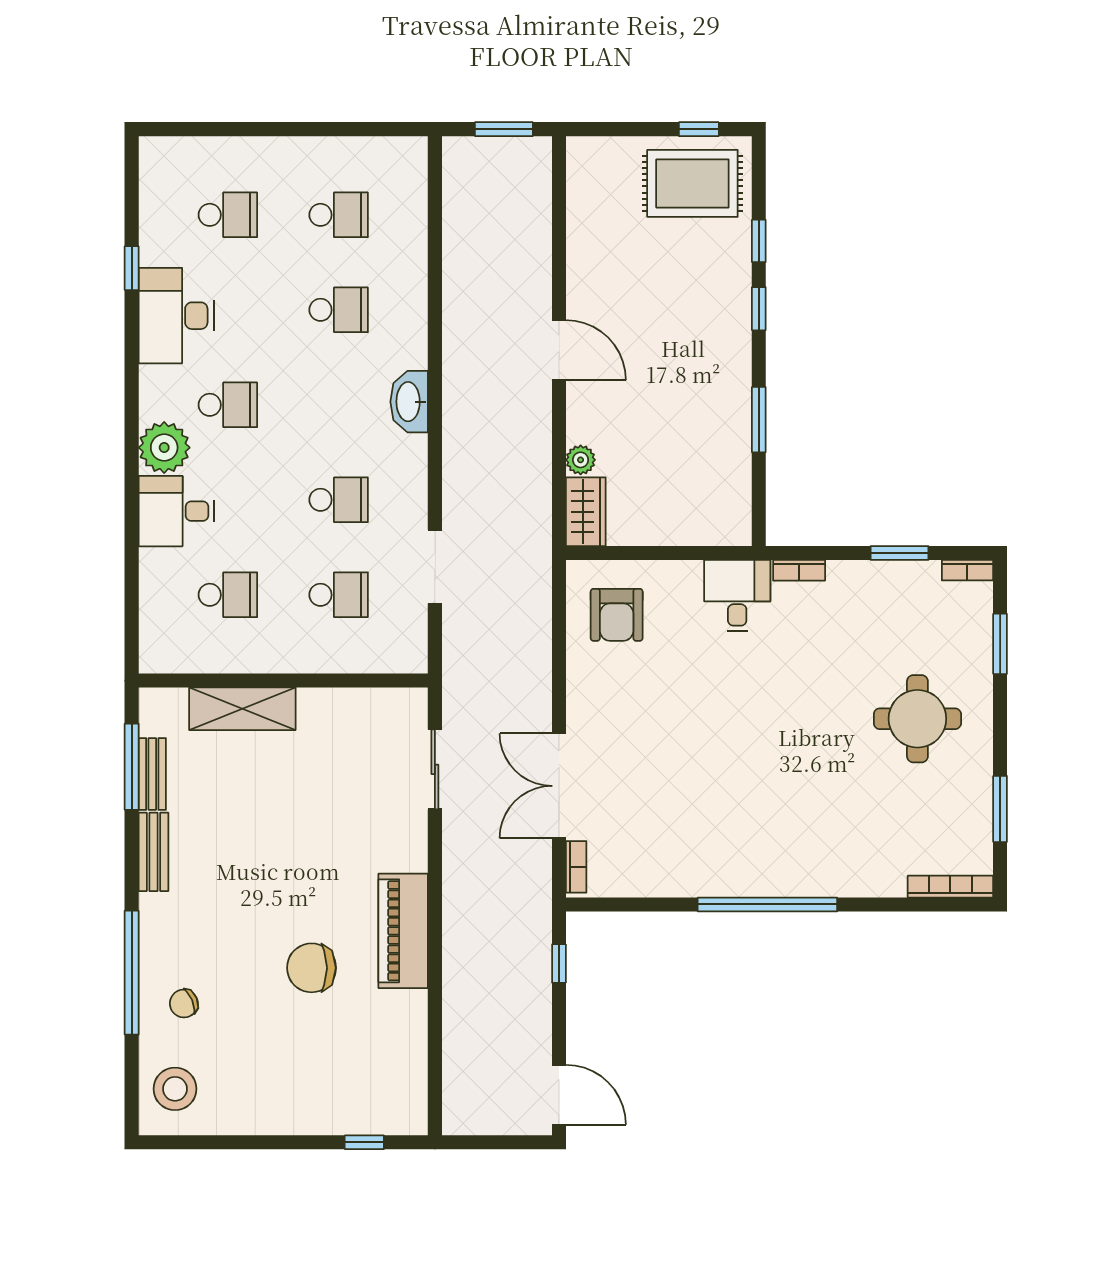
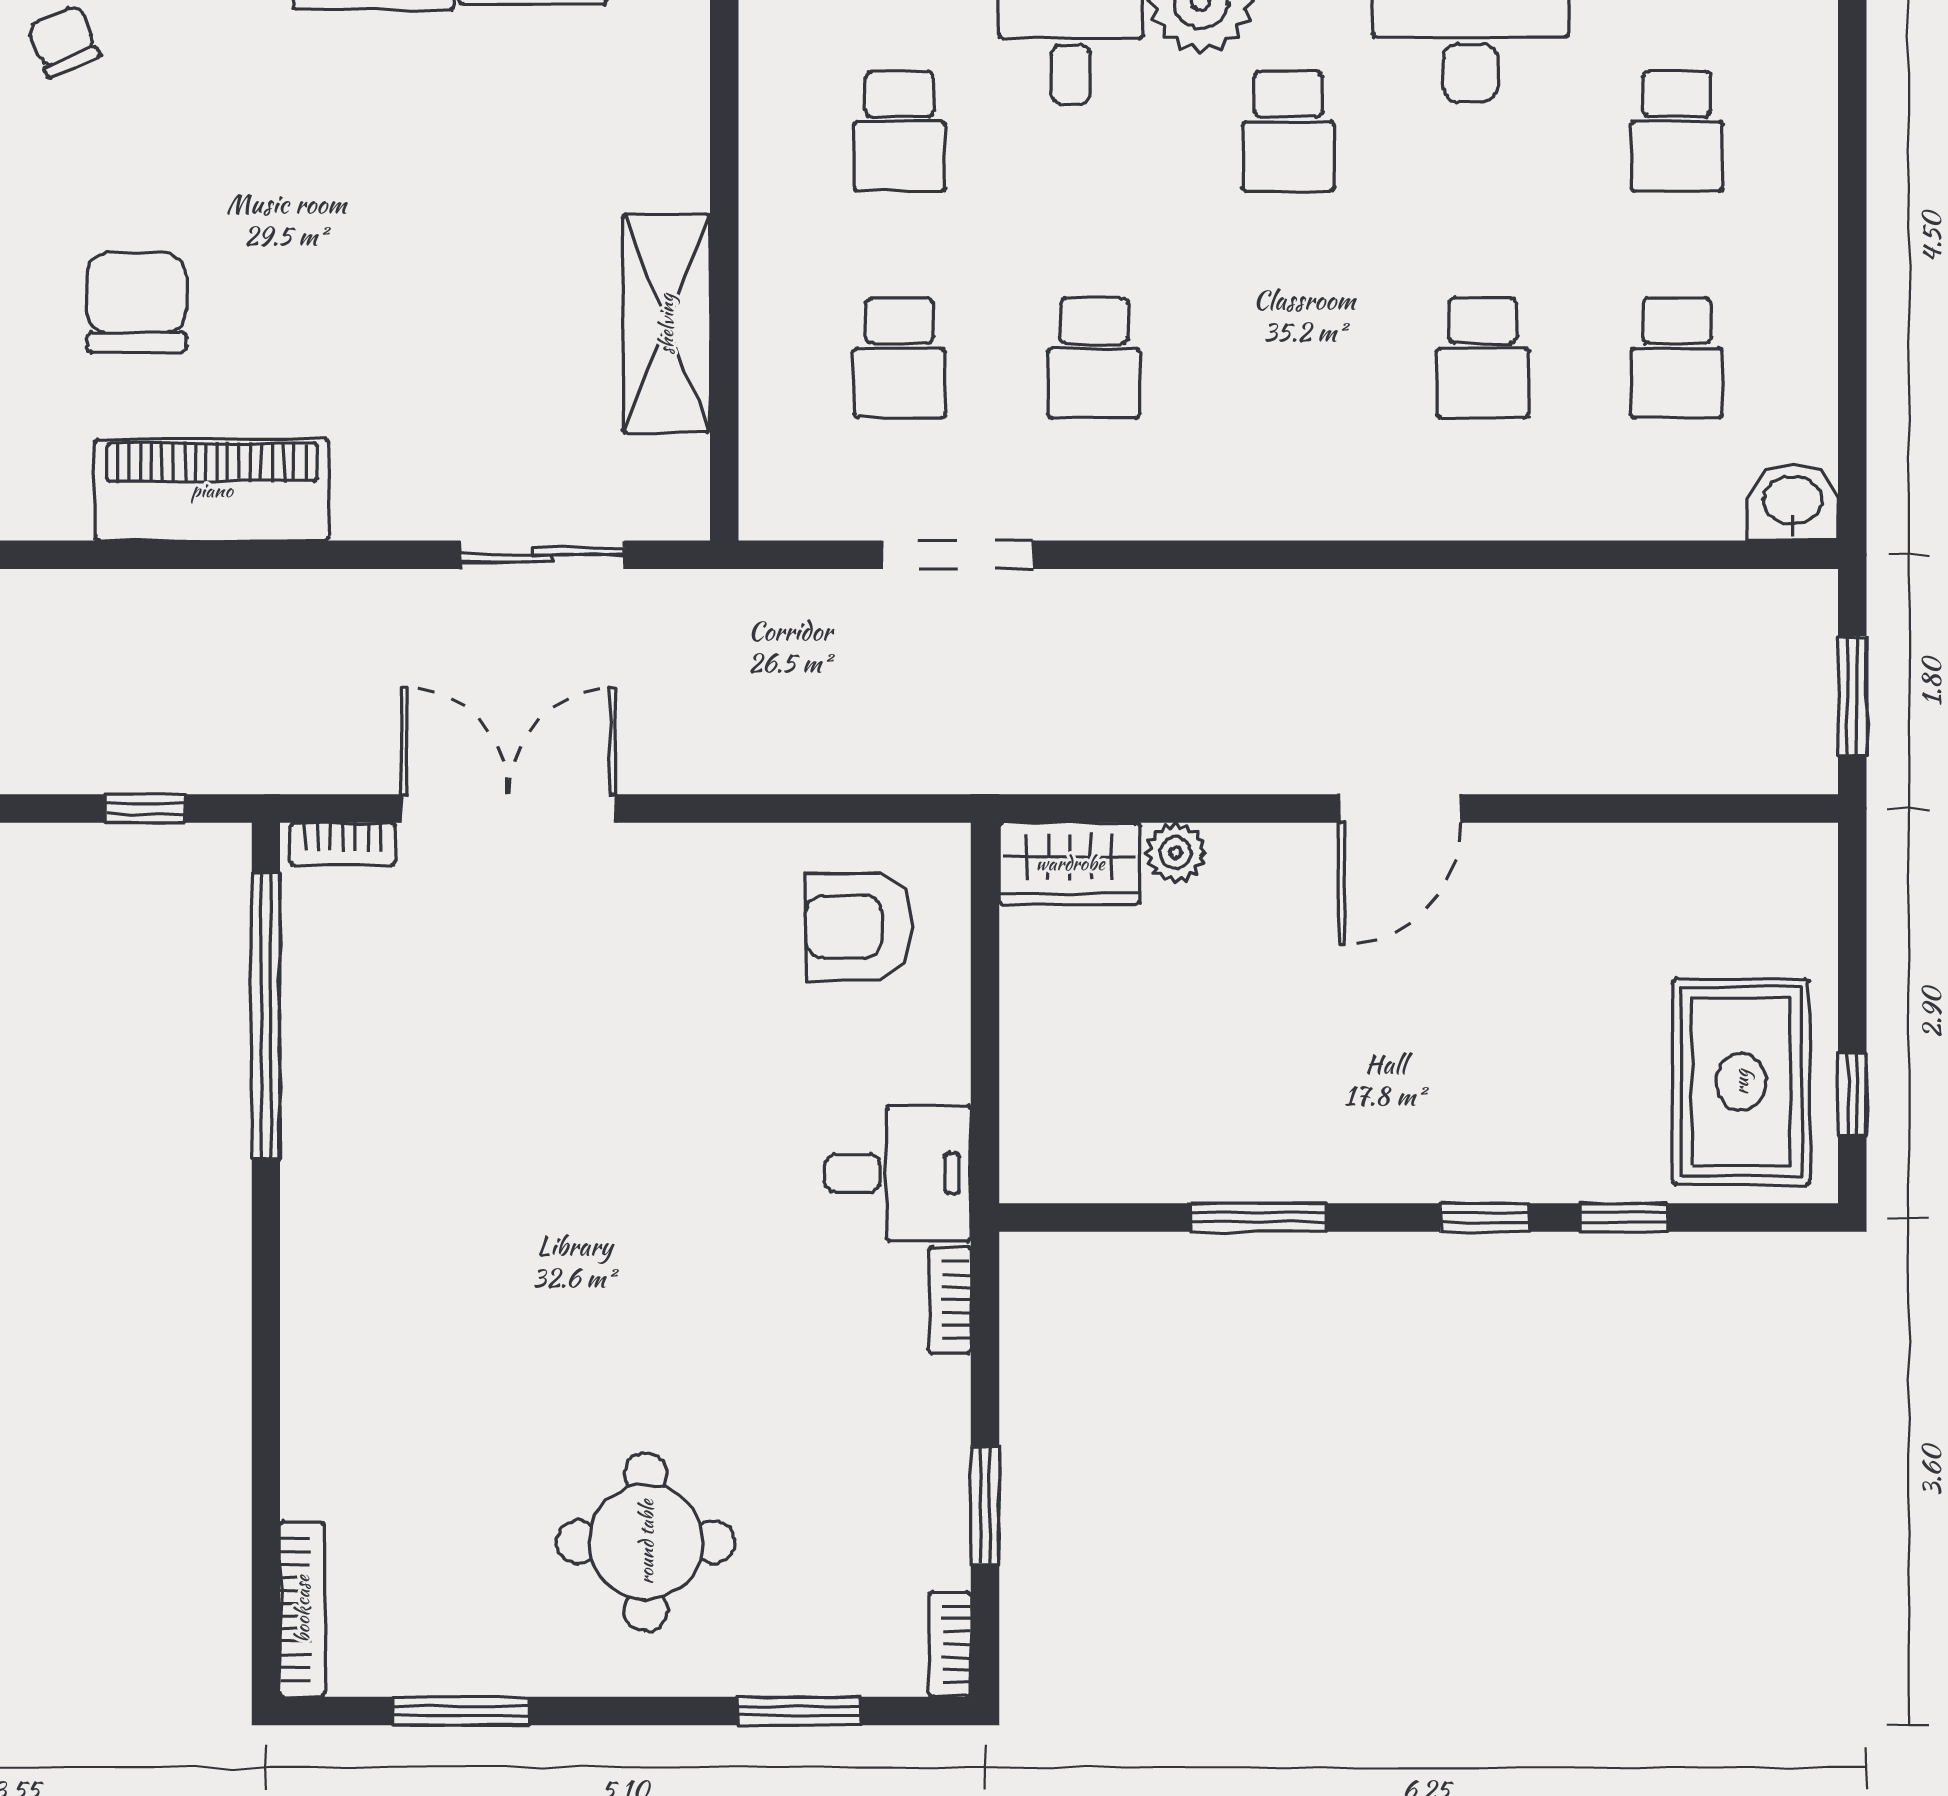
washbasin: (409, 402) -> (1793, 502), moved, width x0.72
shelving: (242, 709) -> (666, 324), moved
window: (767, 904) -> (266, 1016), moved

